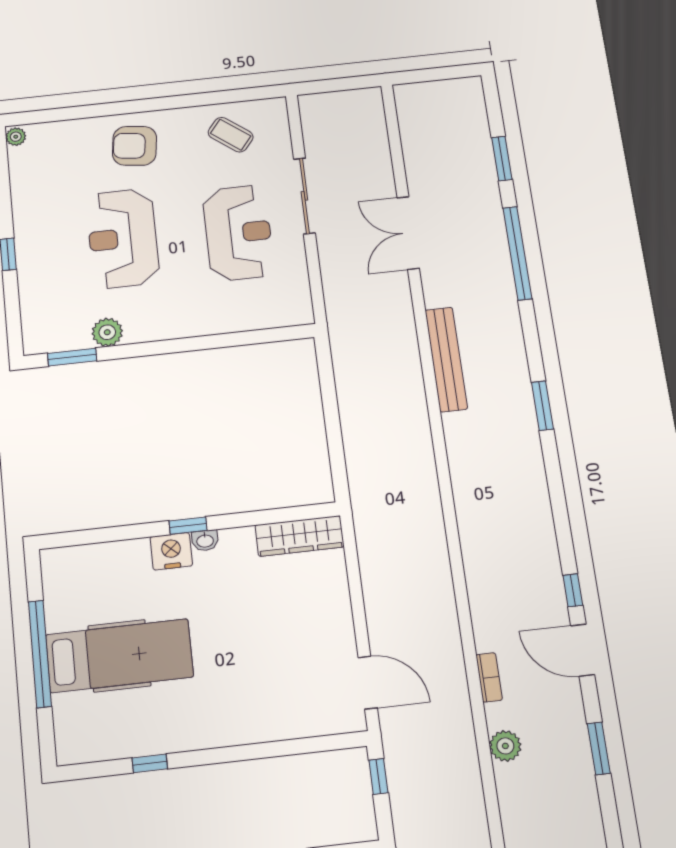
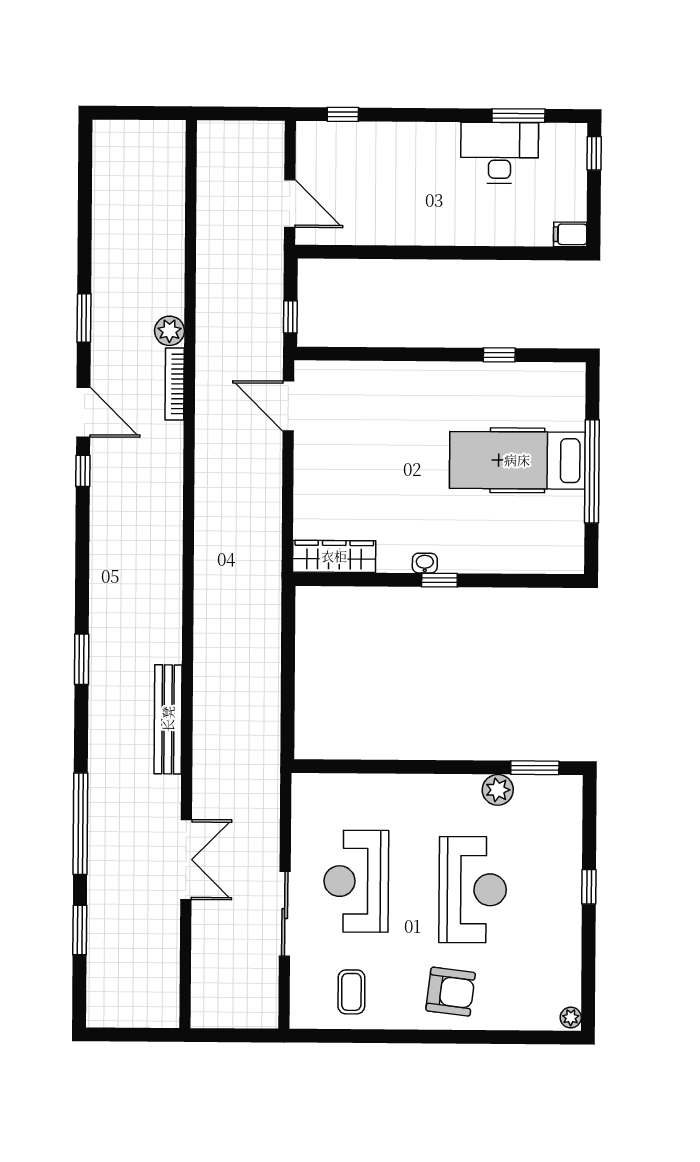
coffee table: (231, 135) -> (351, 992), turned 52
nightstand: (171, 551) -> (458, 556), removed
bookcase: (489, 677) -> (175, 384), width x1.56

